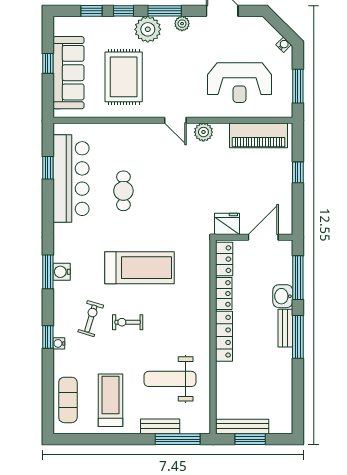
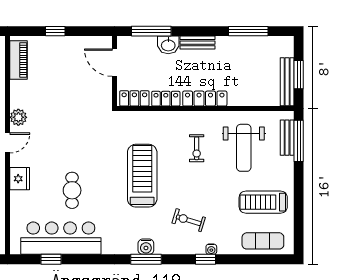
piano: (258, 135) -> (19, 60), width x0.73, depth x0.75
cafe table: (123, 191) -> (72, 190), turned 90
fridge: (227, 224) -> (20, 179), moved, turned 180
exercise bike: (128, 322) -> (197, 148), moved
window: (298, 337) -> (248, 31), moved
bench: (160, 426) -> (287, 138), moved

